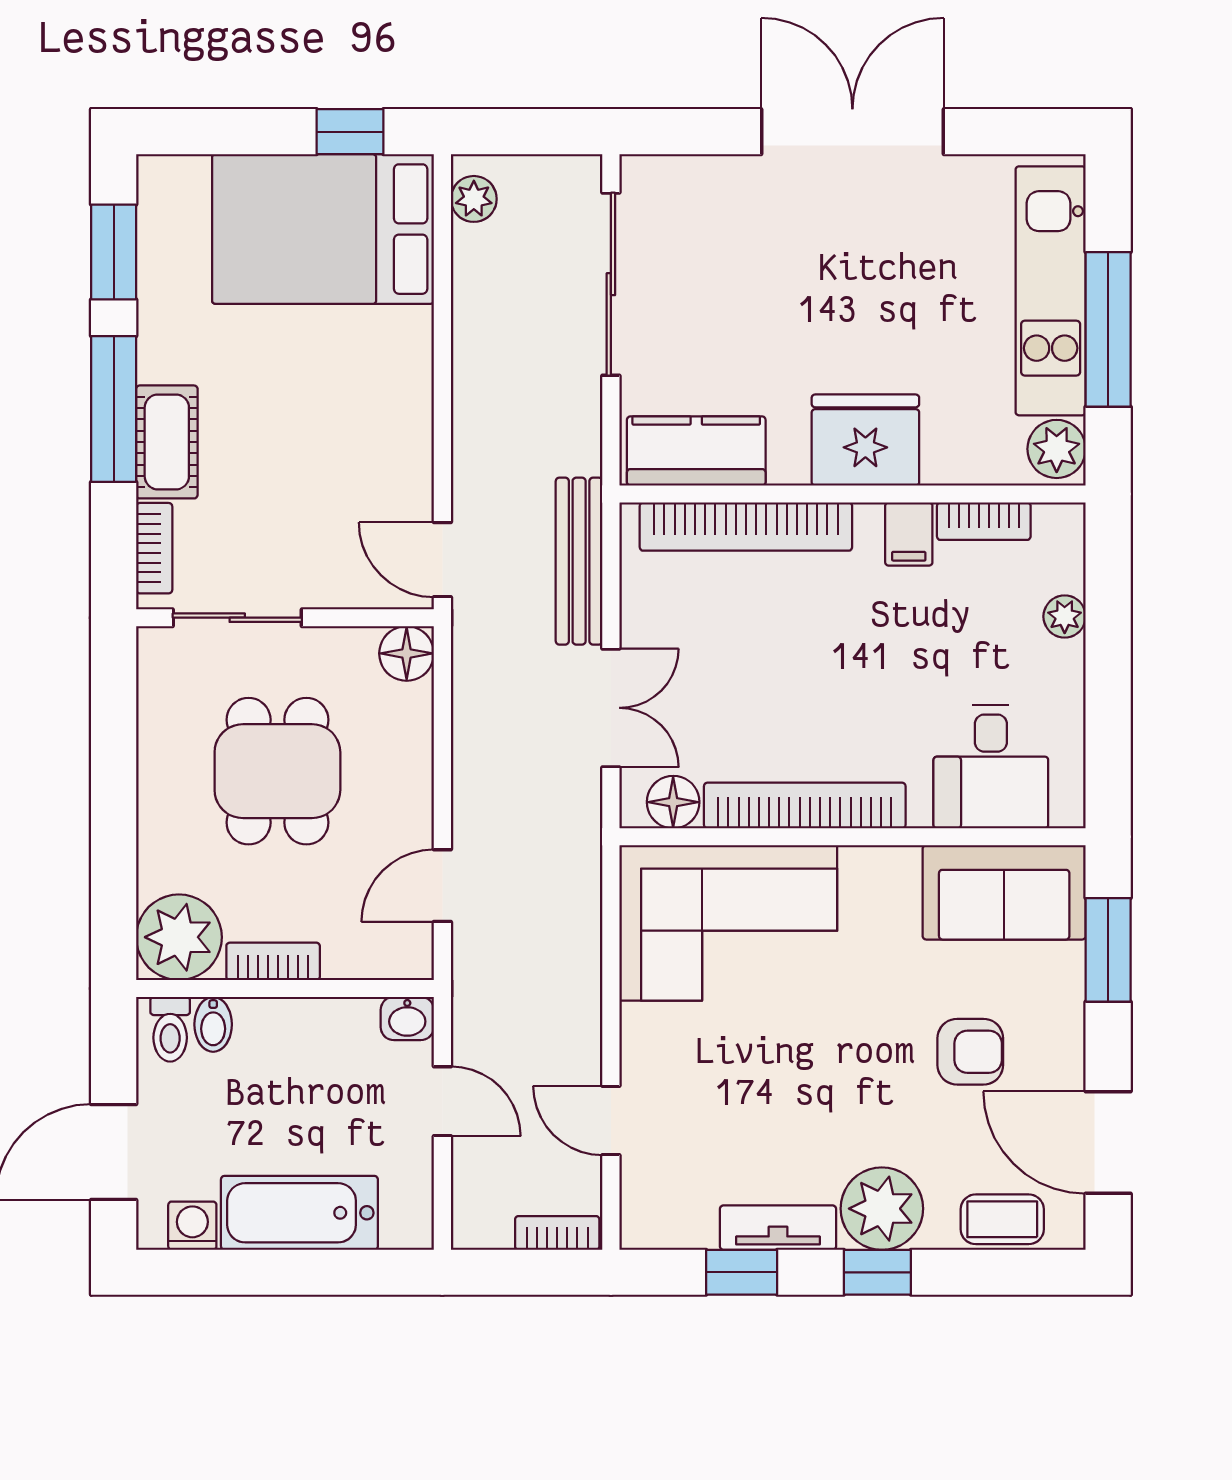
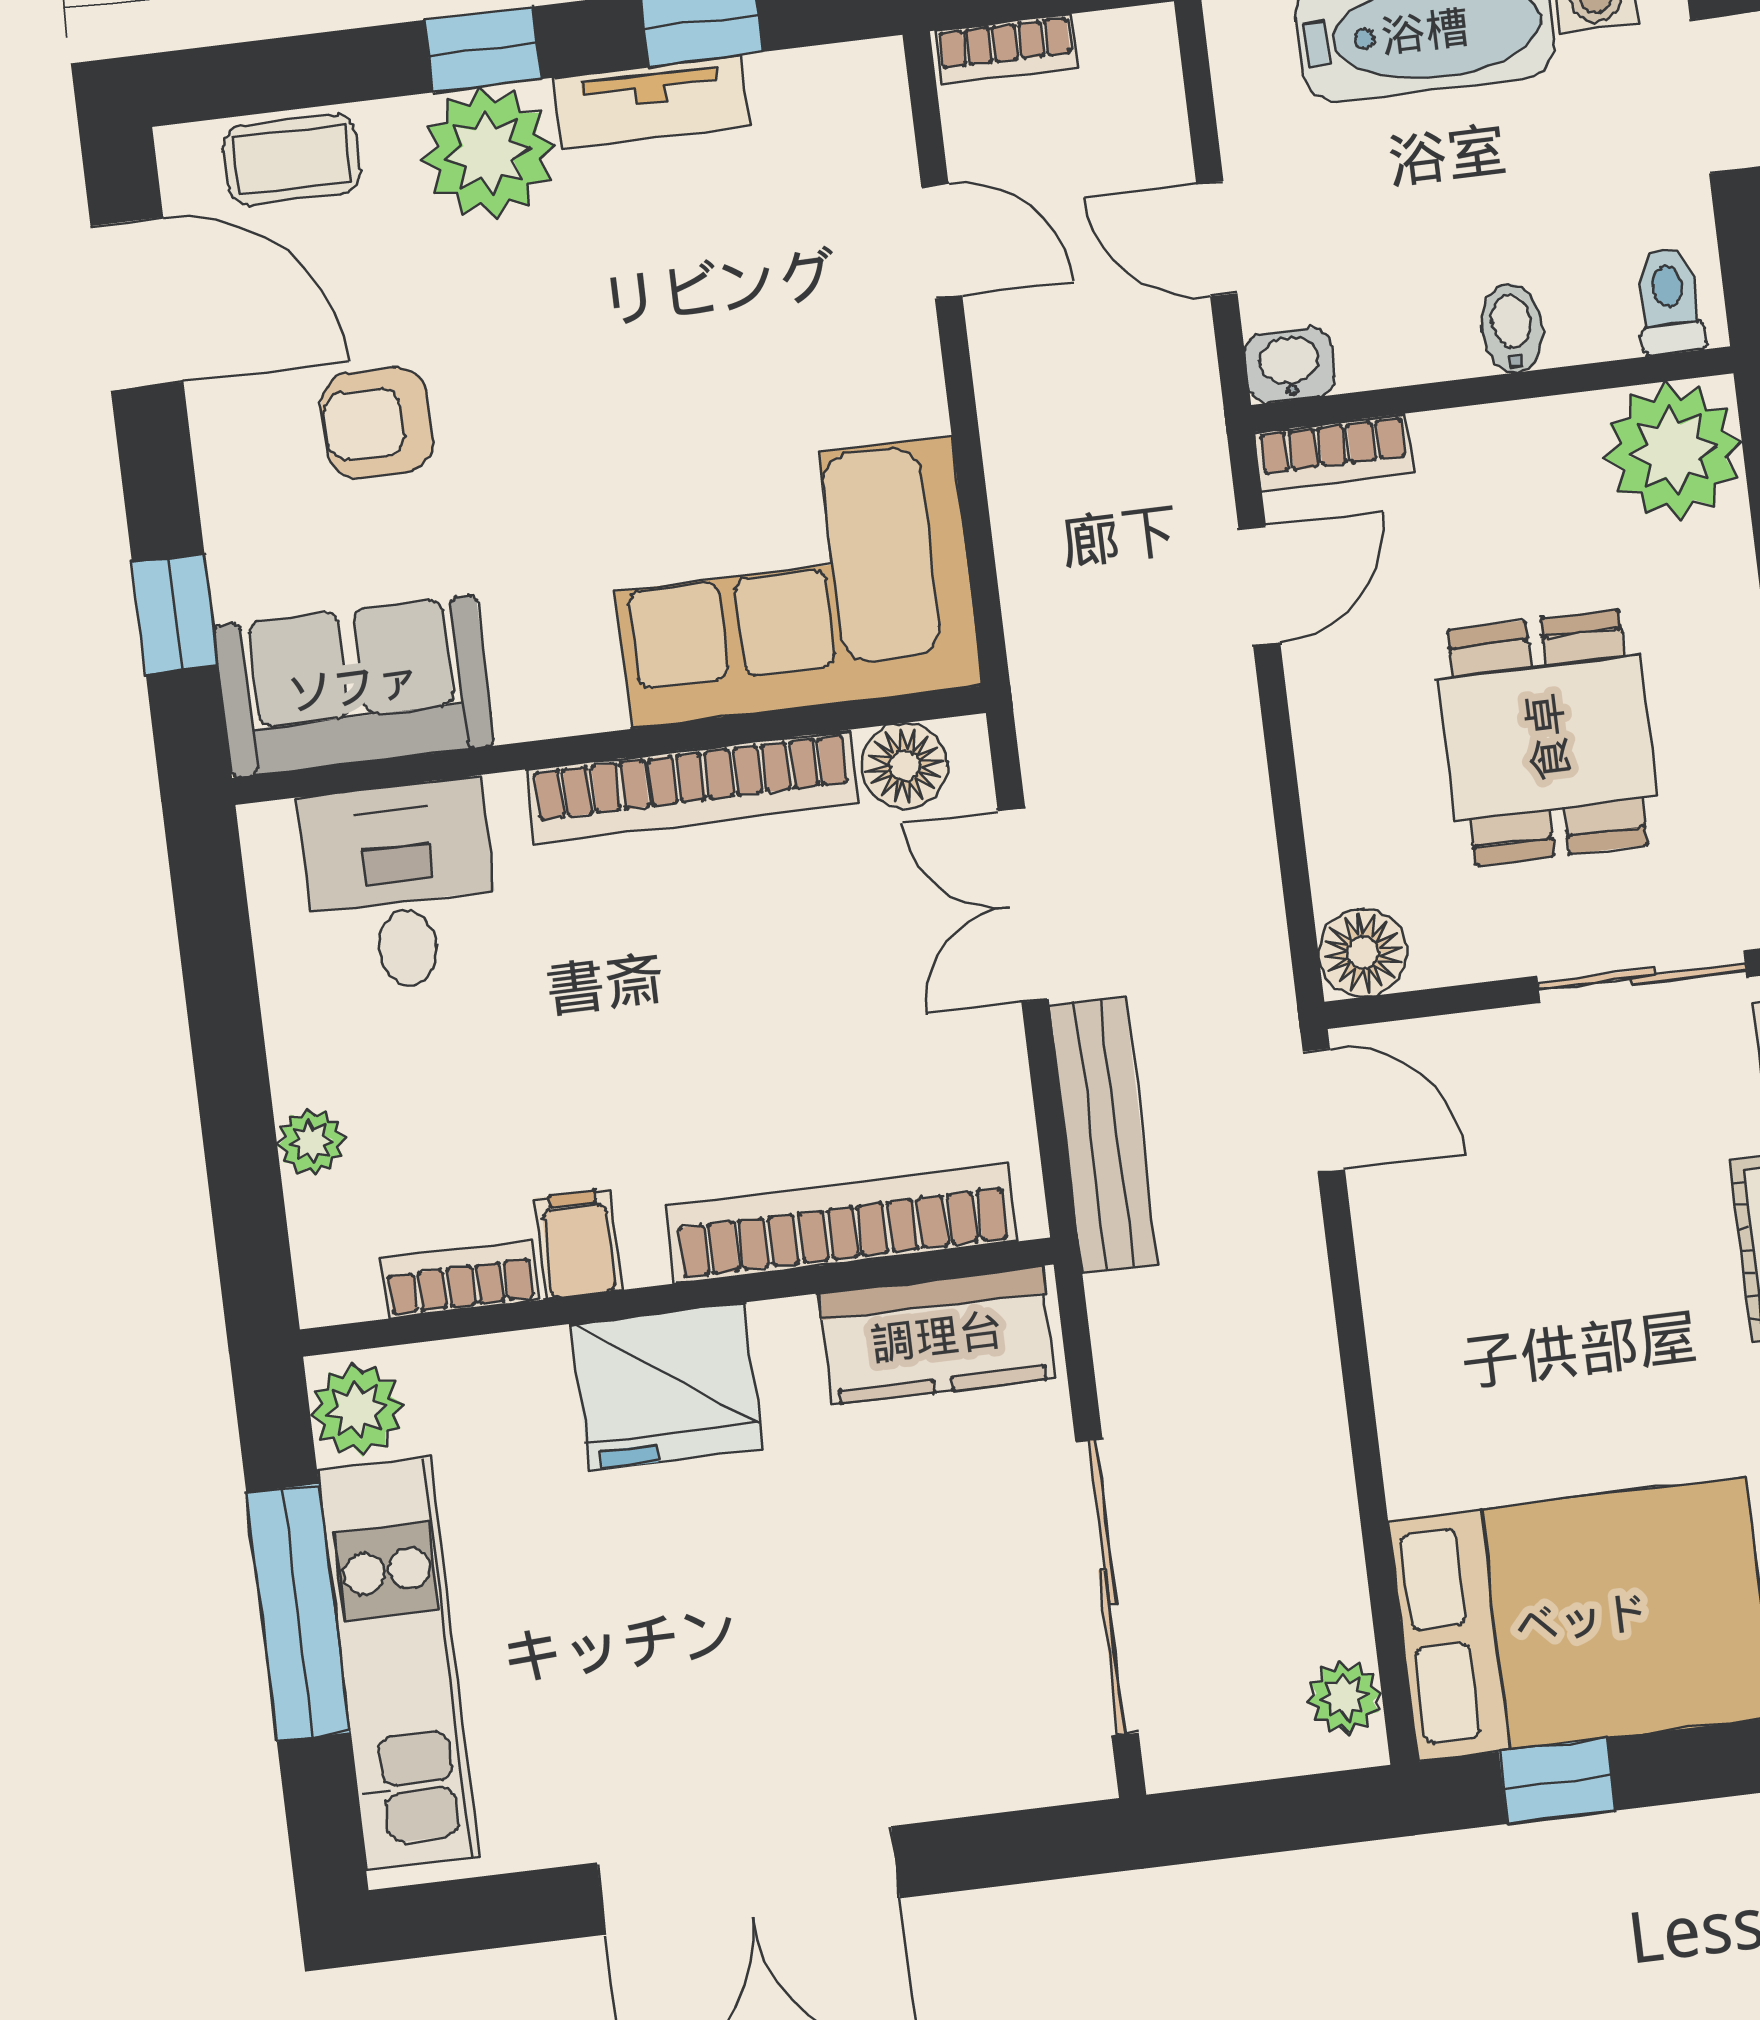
window: (1108, 950) -> (175, 614), width x0.67
bookcase: (273, 961) -> (1333, 453), moved
bidet: (213, 1024) -> (1512, 328), moved

